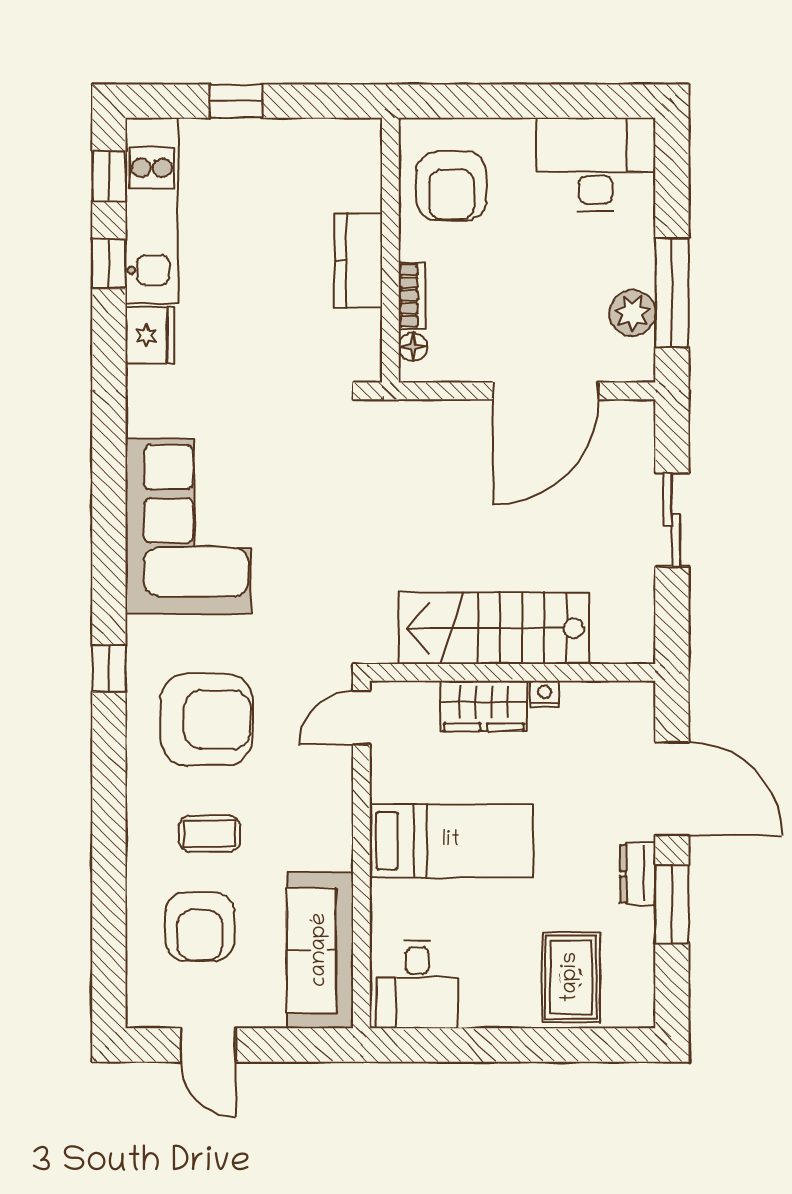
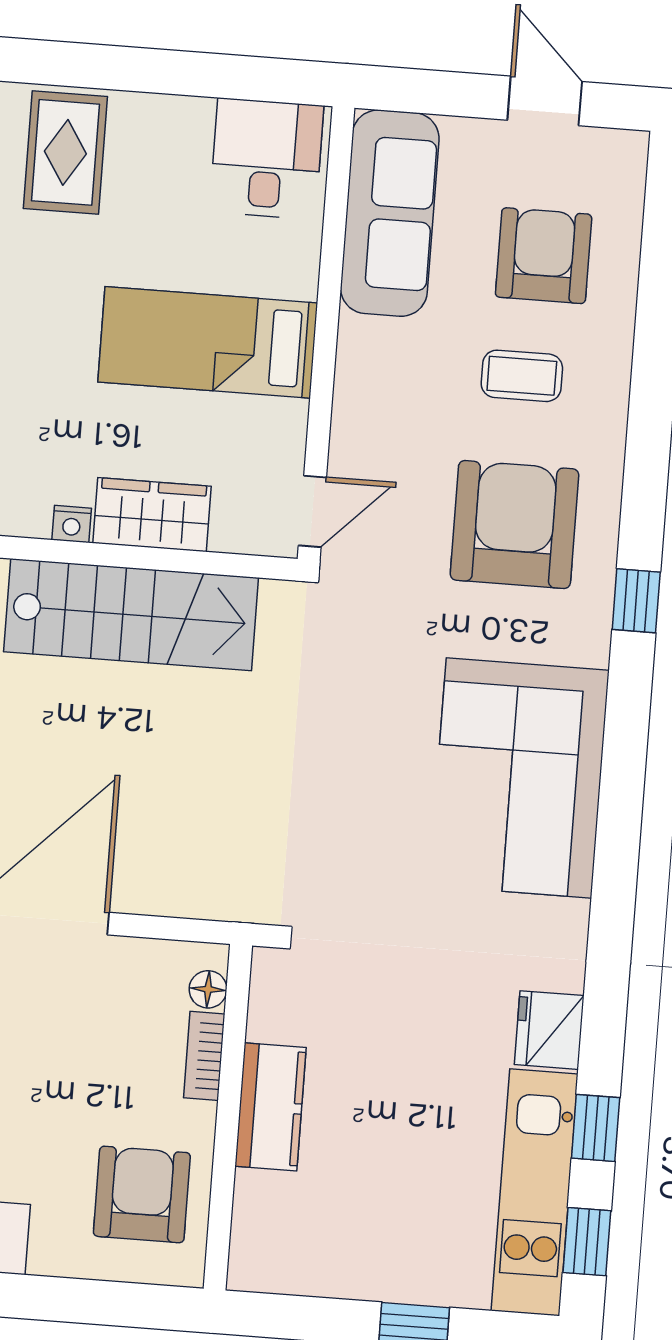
armchair: (206, 720) -> (514, 525), turned 90

